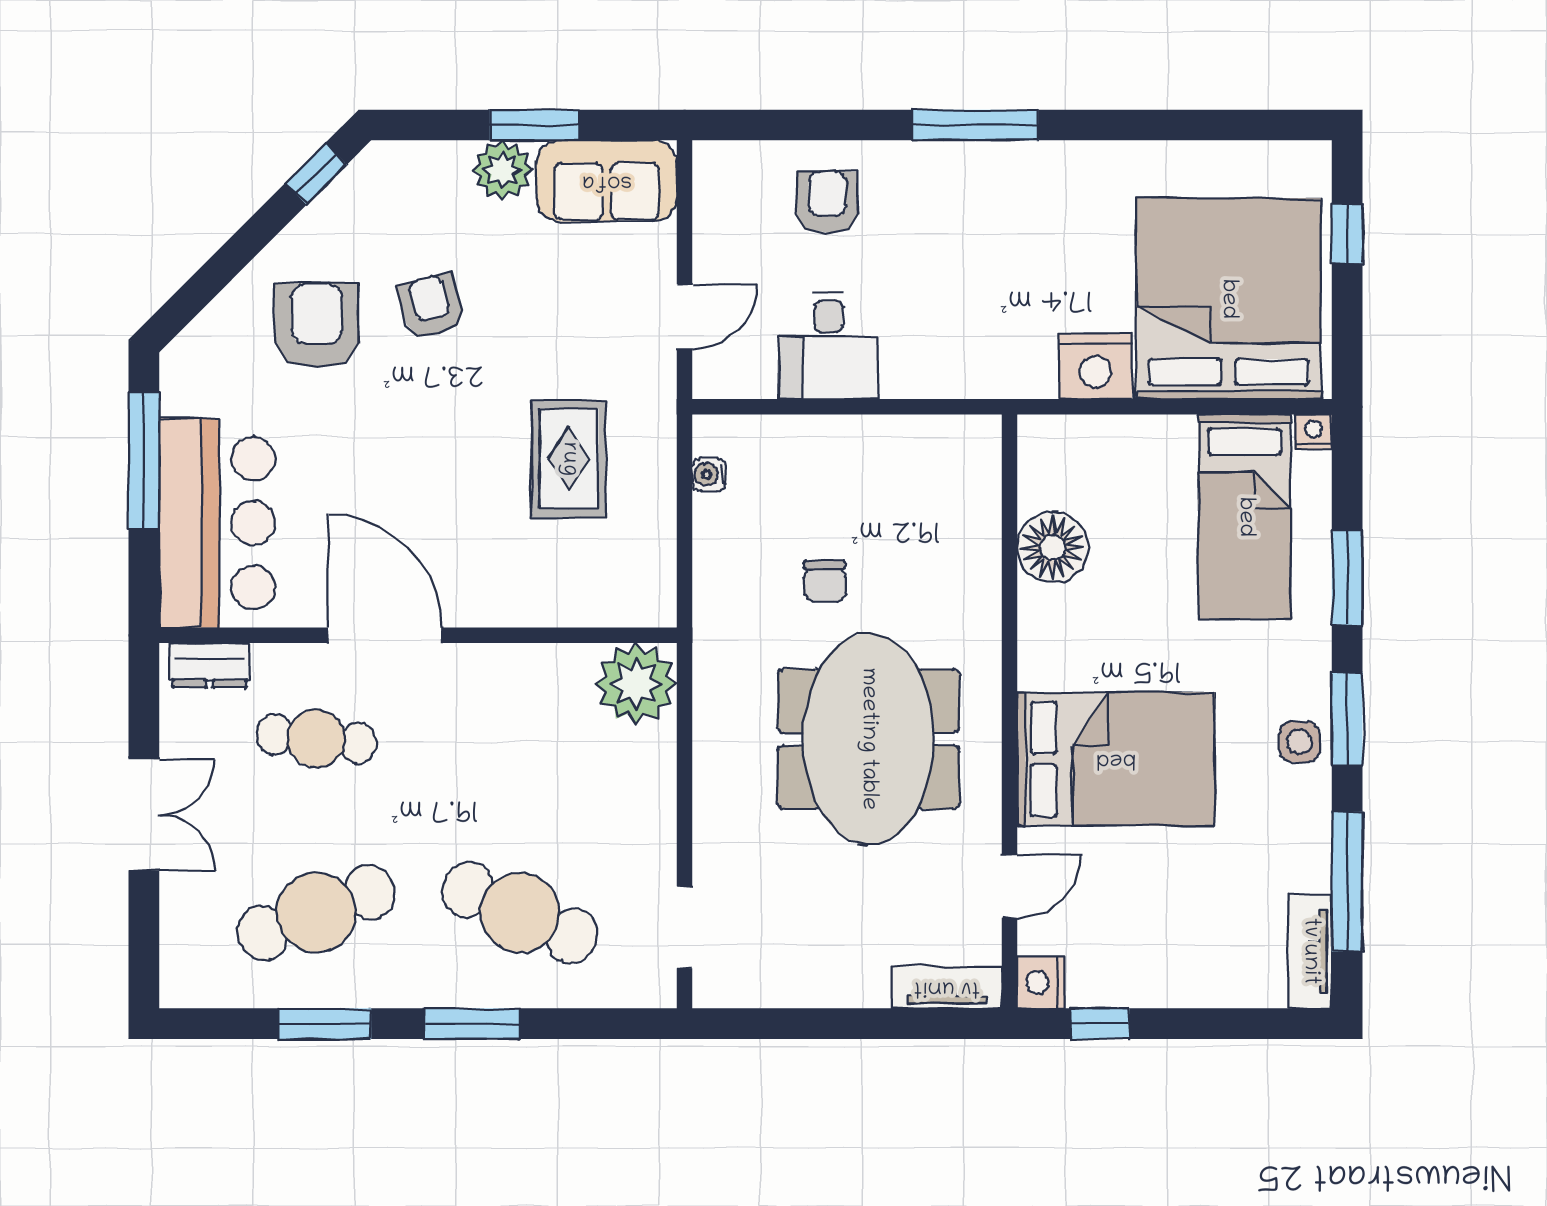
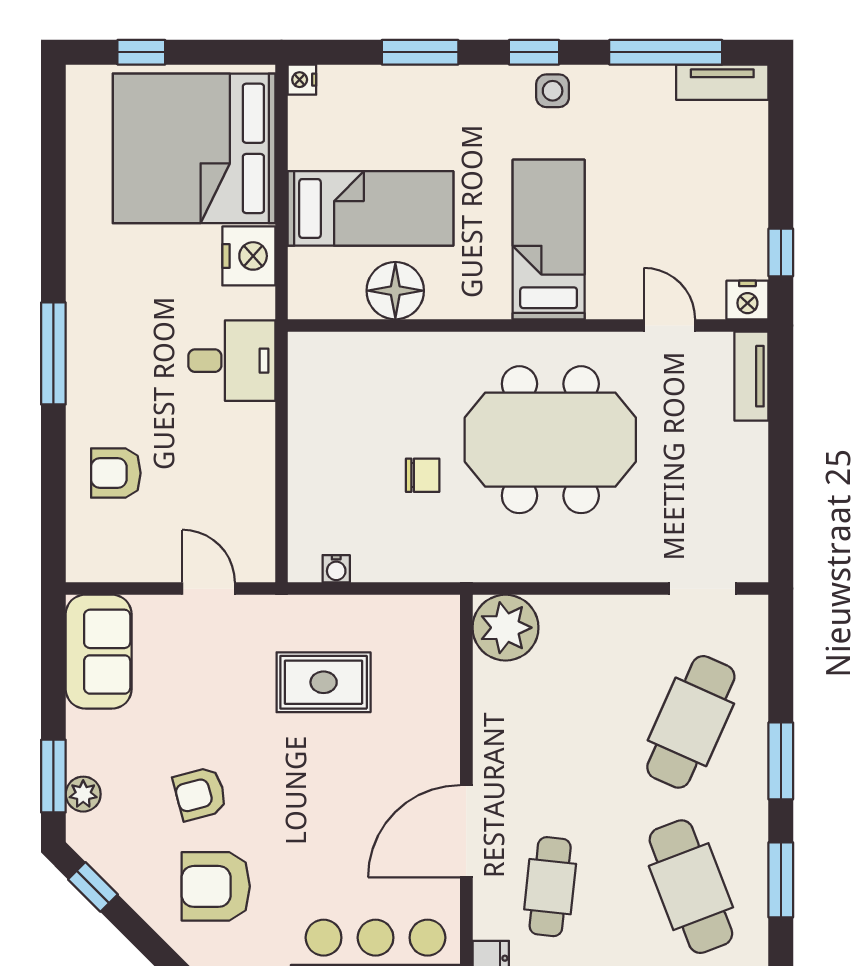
window: (535, 125) -> (53, 776), moved
plant: (502, 170) -> (83, 794), moved, width x0.73, depth x0.73
desk: (829, 346) -> (232, 361), moved
bed: (1245, 517) -> (370, 208), moved
window: (1347, 719) -> (534, 52), width x0.67
bed: (1116, 759) -> (549, 239), width x0.67

